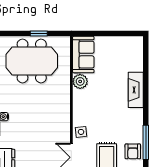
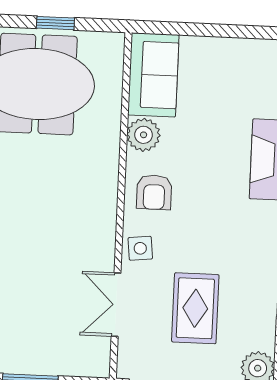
armchair: (133, 151) -> (154, 192), moved

